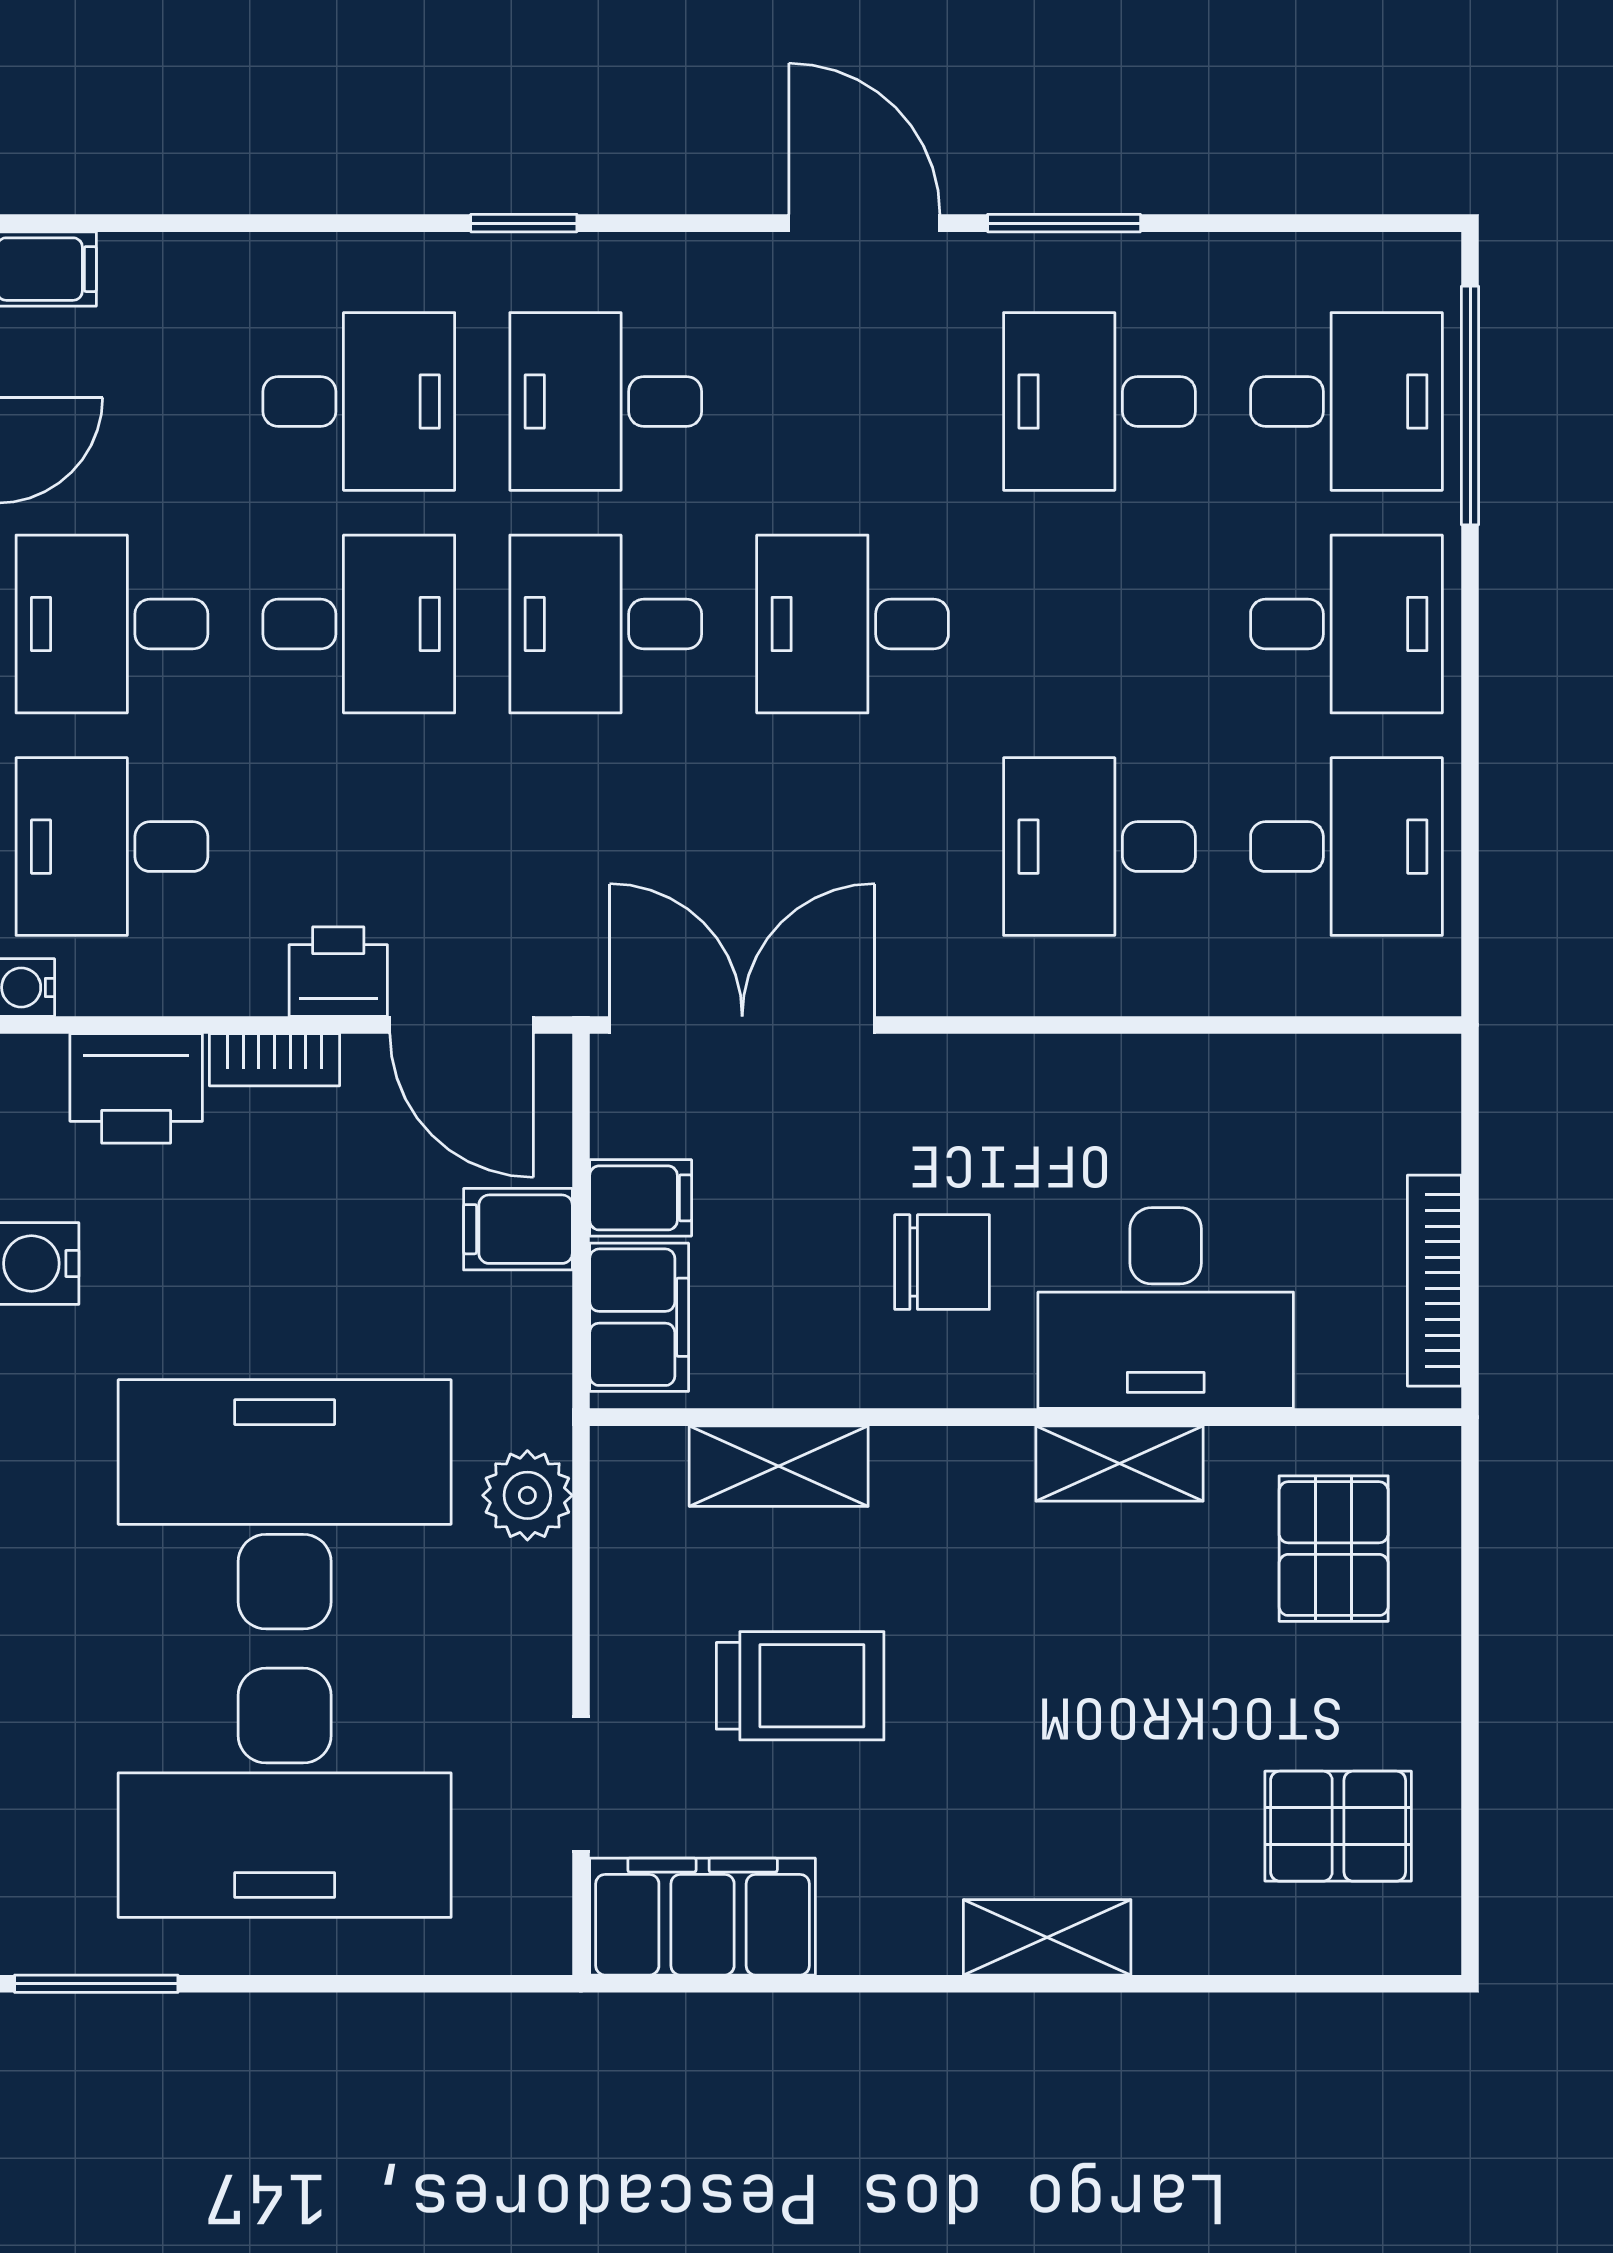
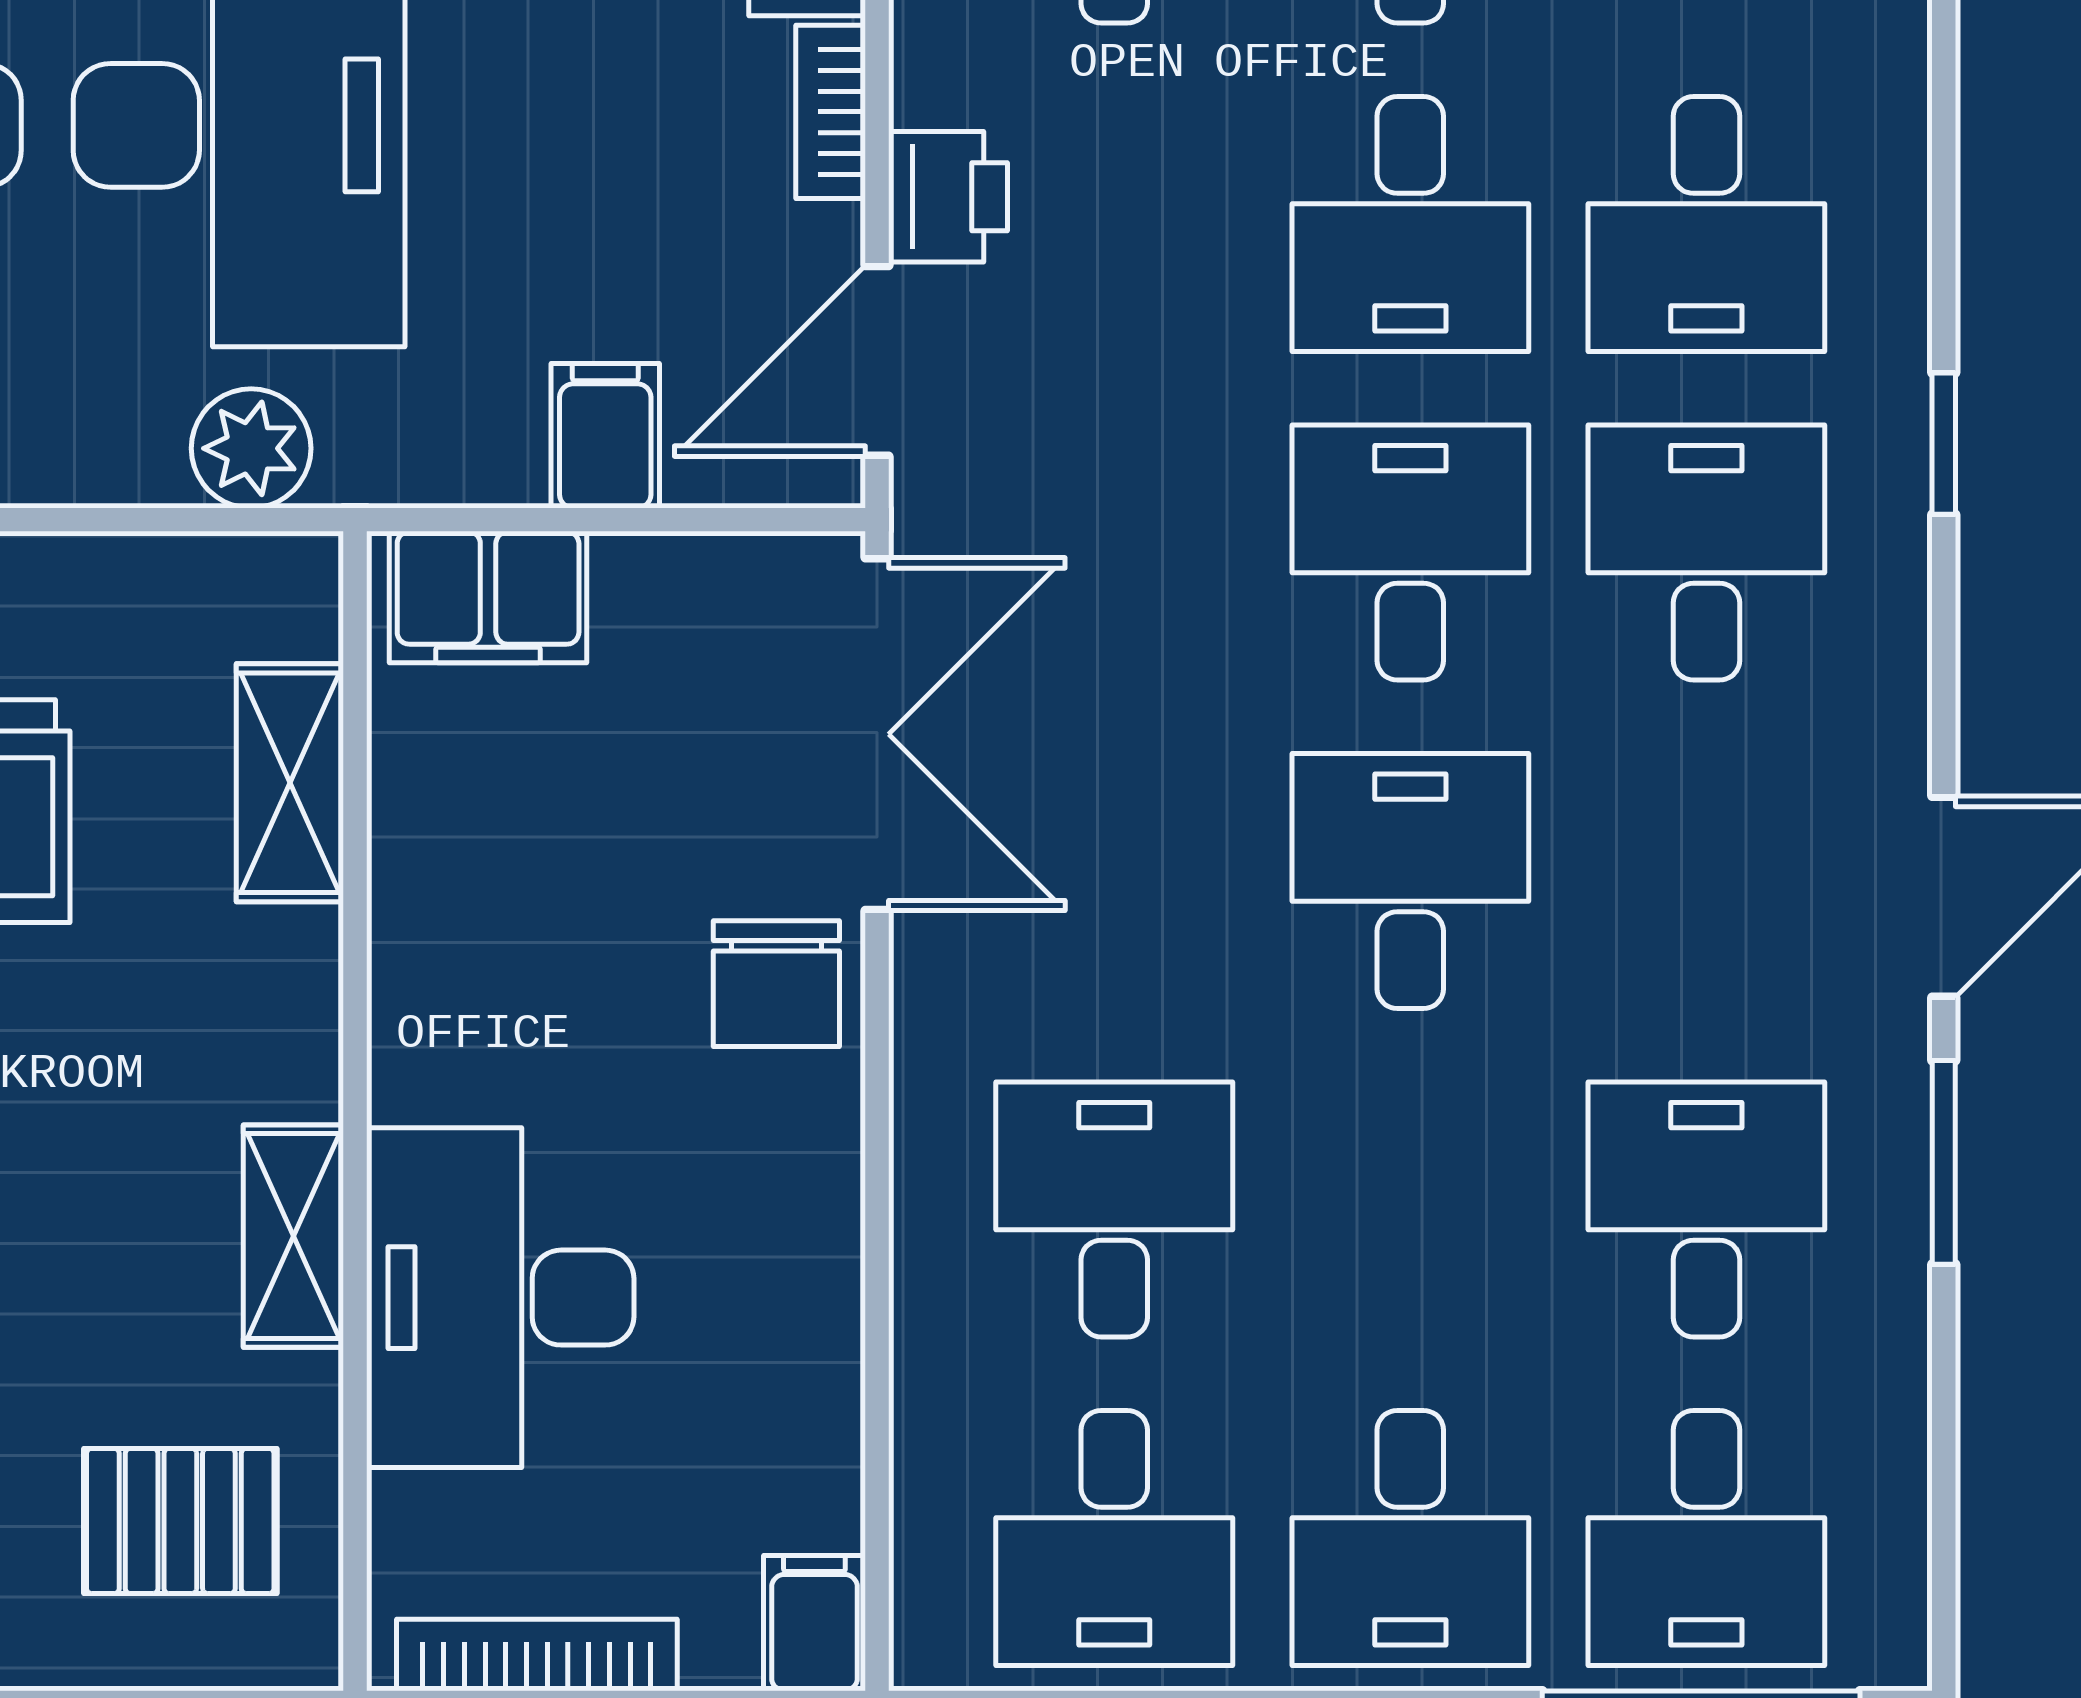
filing cabinet: (641, 1198) -> (814, 1623), moved, turned 180
chair: (942, 1262) -> (776, 984), moved

